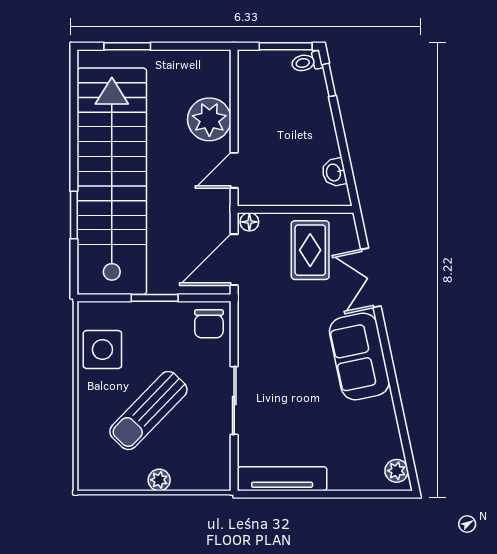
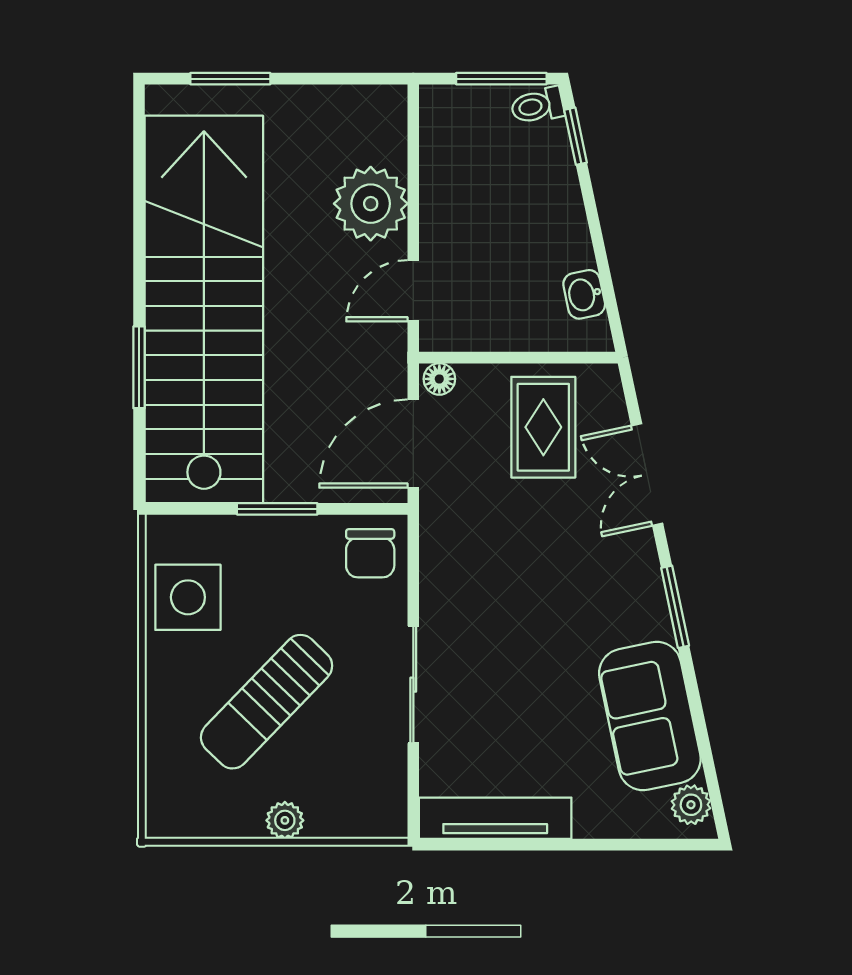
window: (387, 355) -> (675, 607), added
sofa: (359, 356) -> (650, 716), moved

